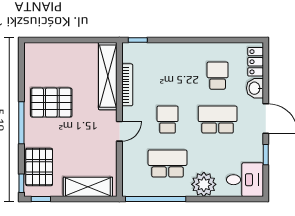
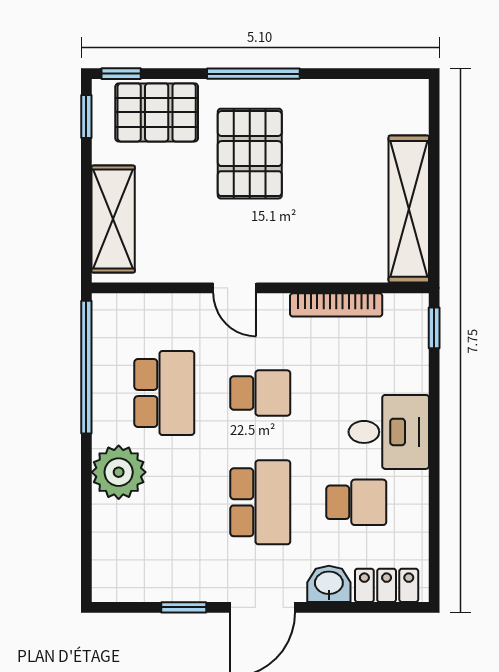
shelving: (108, 76) -> (409, 209), moved, turned 90
pallet: (51, 103) -> (250, 154), moved
desk: (245, 180) -> (389, 432), moved, turned -90

